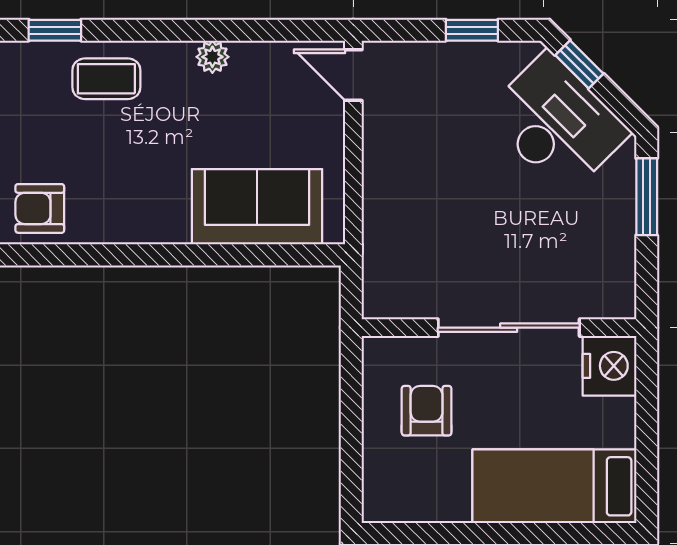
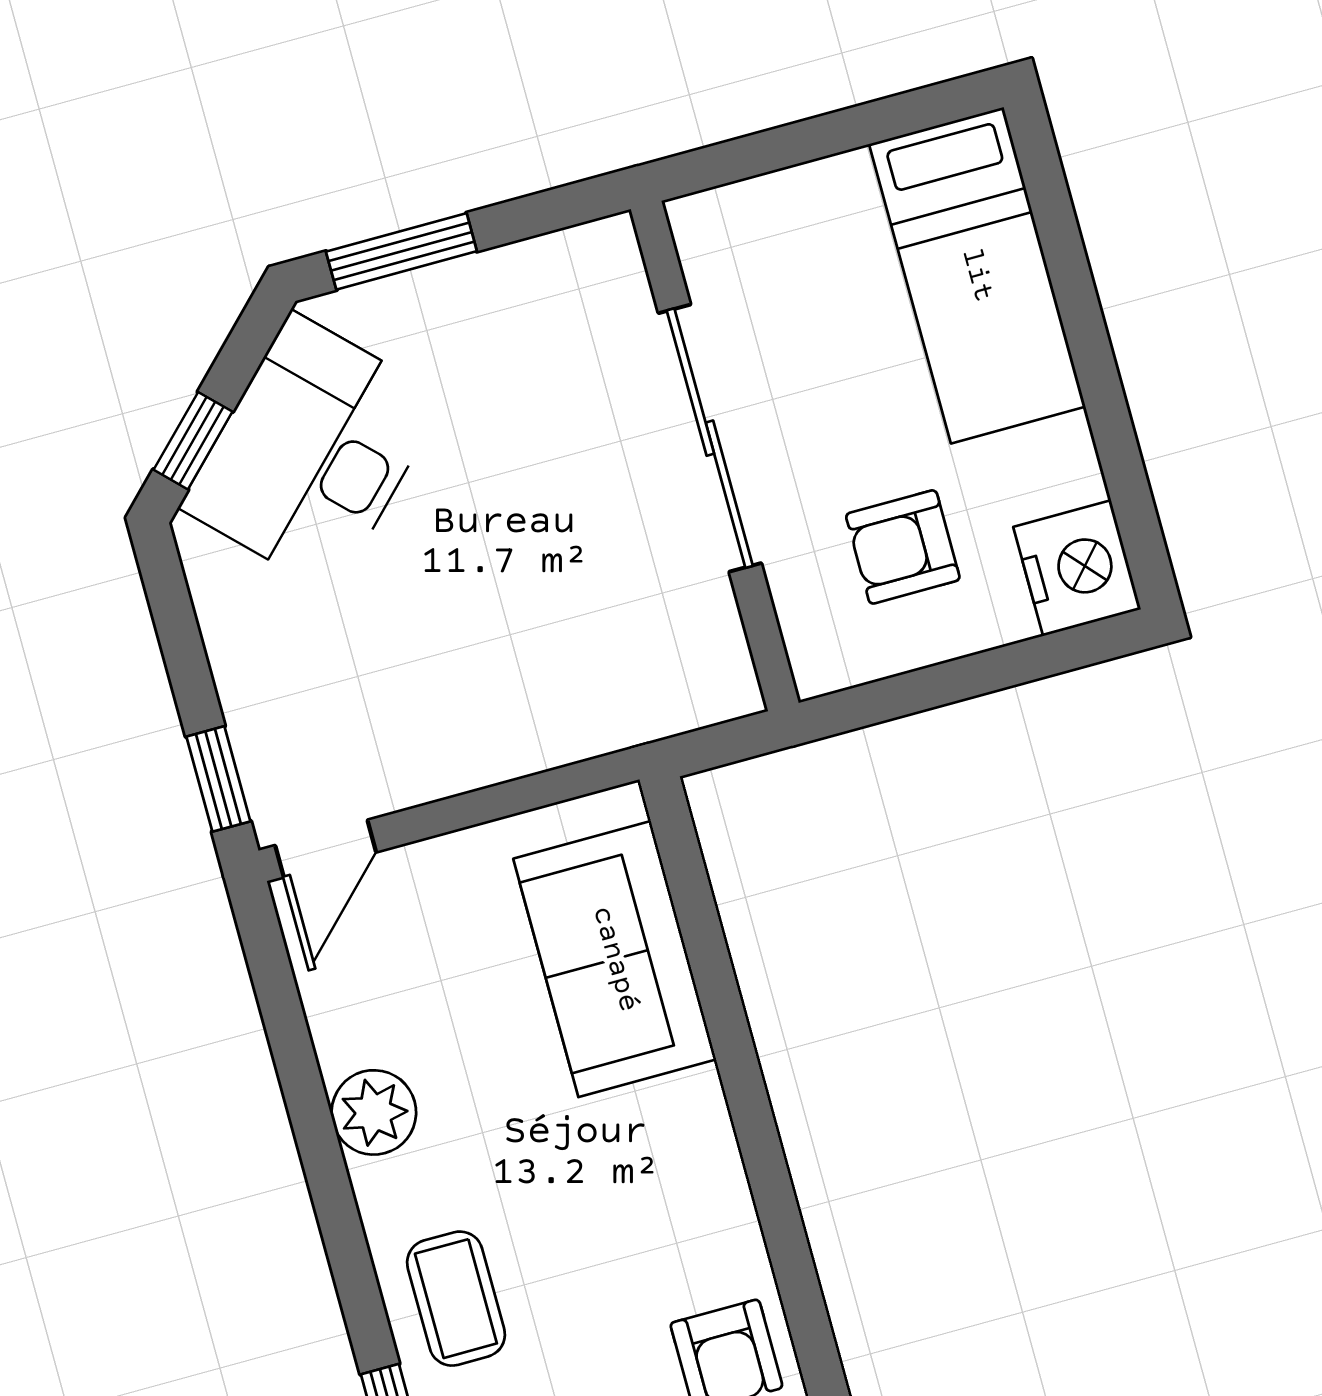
window: (472, 30) -> (218, 779), moved
plant: (212, 57) -> (374, 1112), width x1.38, depth x1.38
nightstand: (609, 366) -> (1077, 568), moved, turned 90

